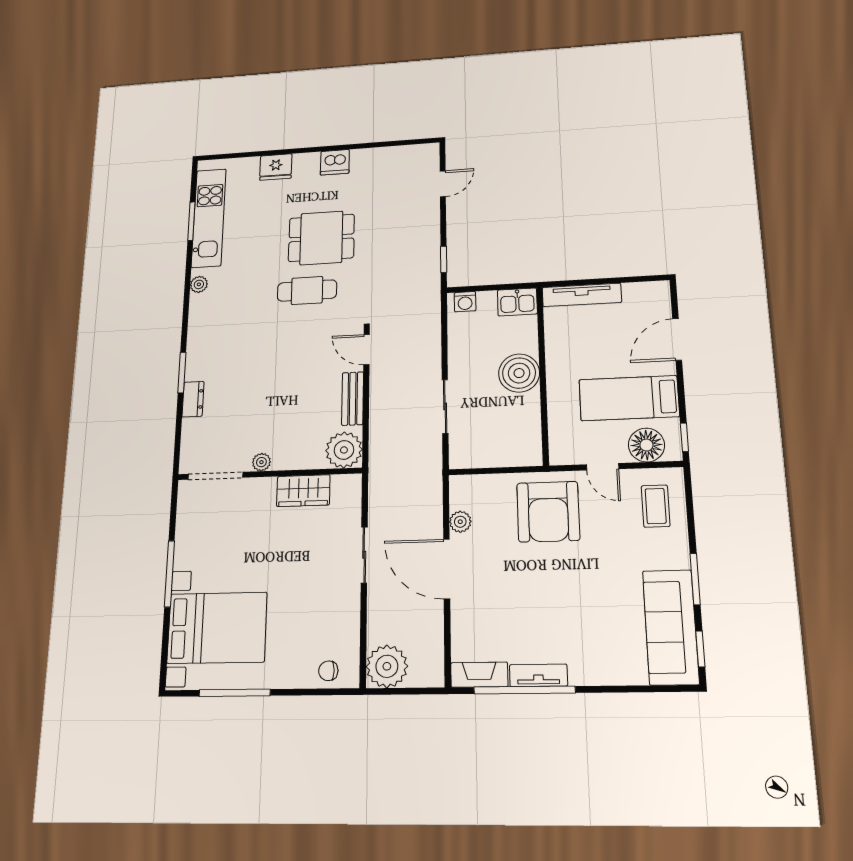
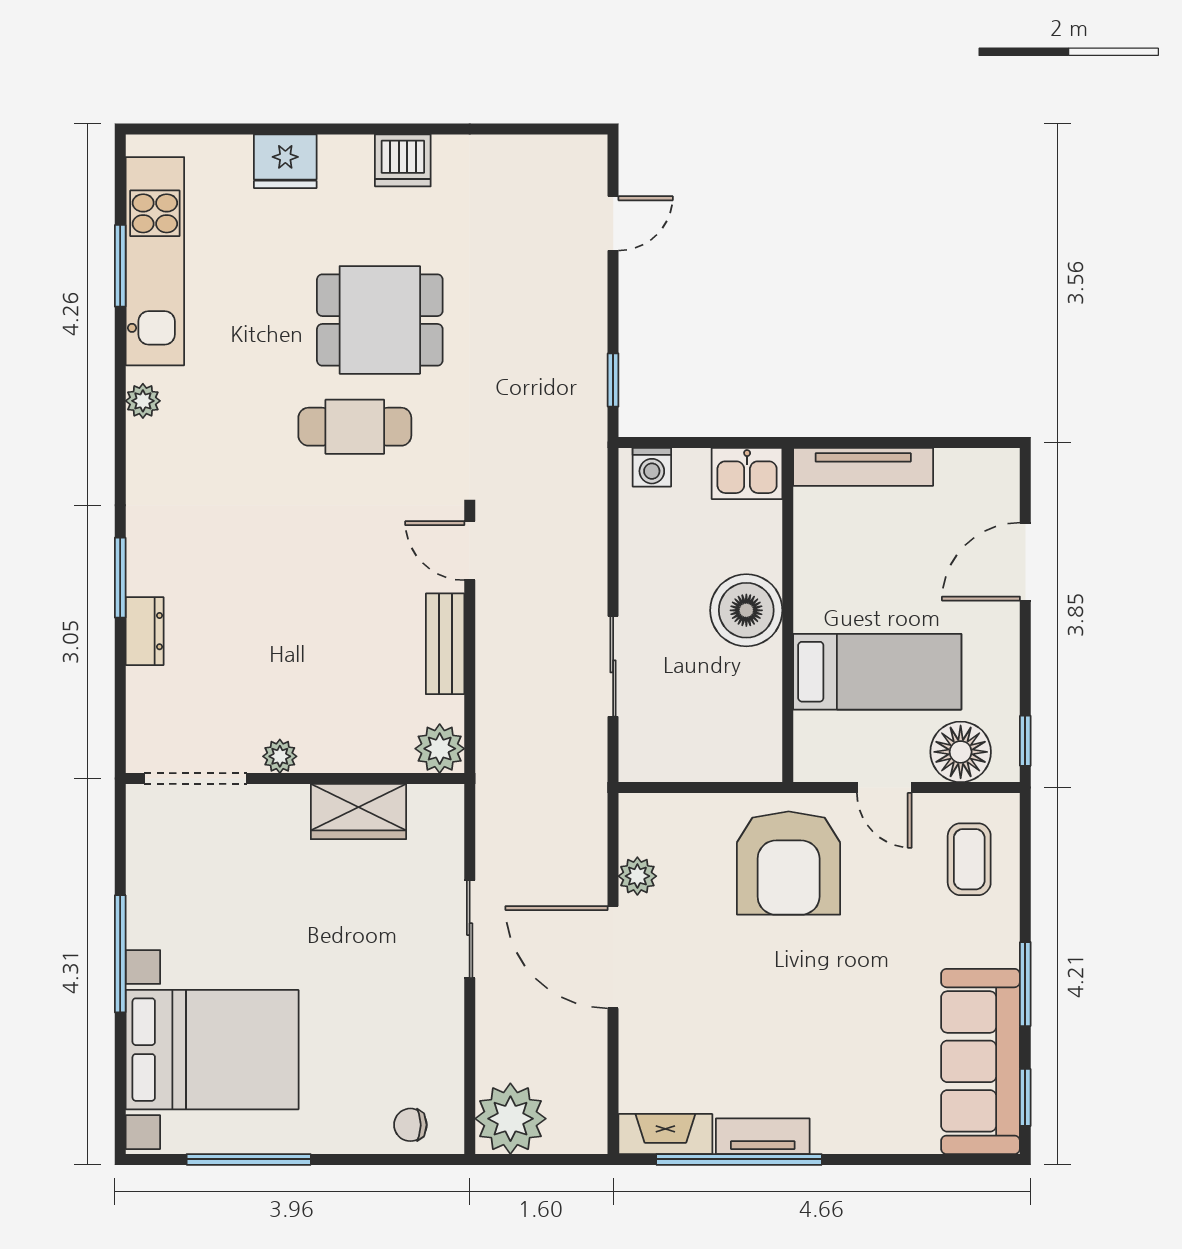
bed: (629, 398) -> (877, 672), moved, turned 180
plant: (344, 450) -> (440, 749), width x0.73, depth x0.73

